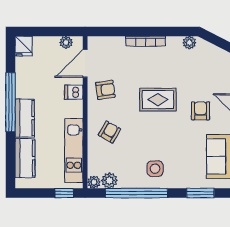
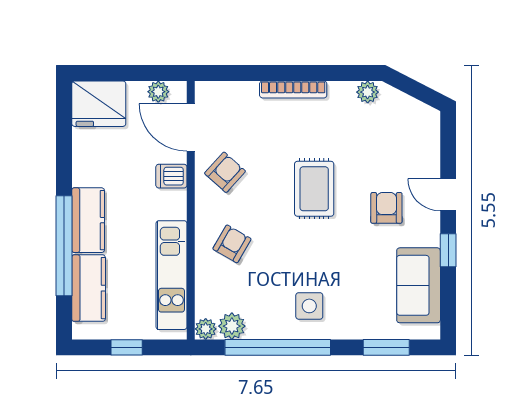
fridge: (24, 46) -> (99, 104), width x1.88, depth x1.34
door: (85, 63) -> (191, 127), hinge flipped
armchair: (105, 90) -> (225, 172), turned -40
rug: (158, 100) -> (314, 189), turned 90
window: (11, 102) -> (64, 246), moved
window: (64, 193) -> (127, 347), moved

